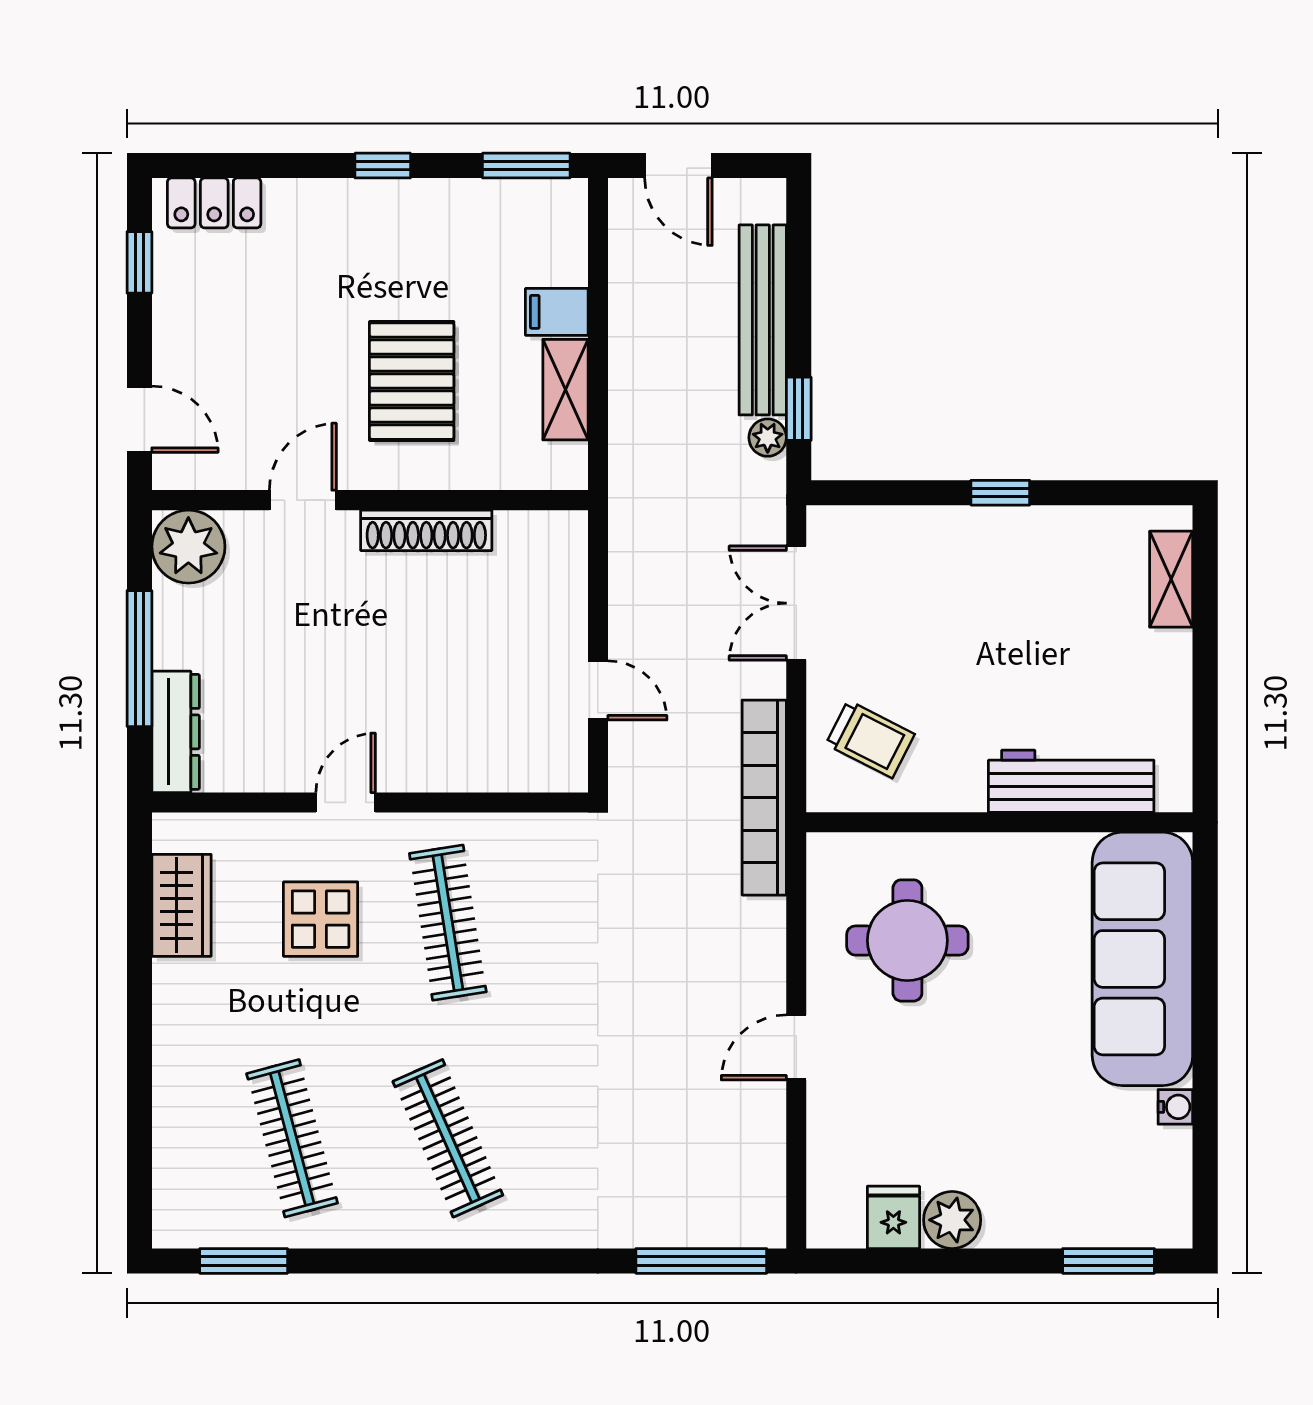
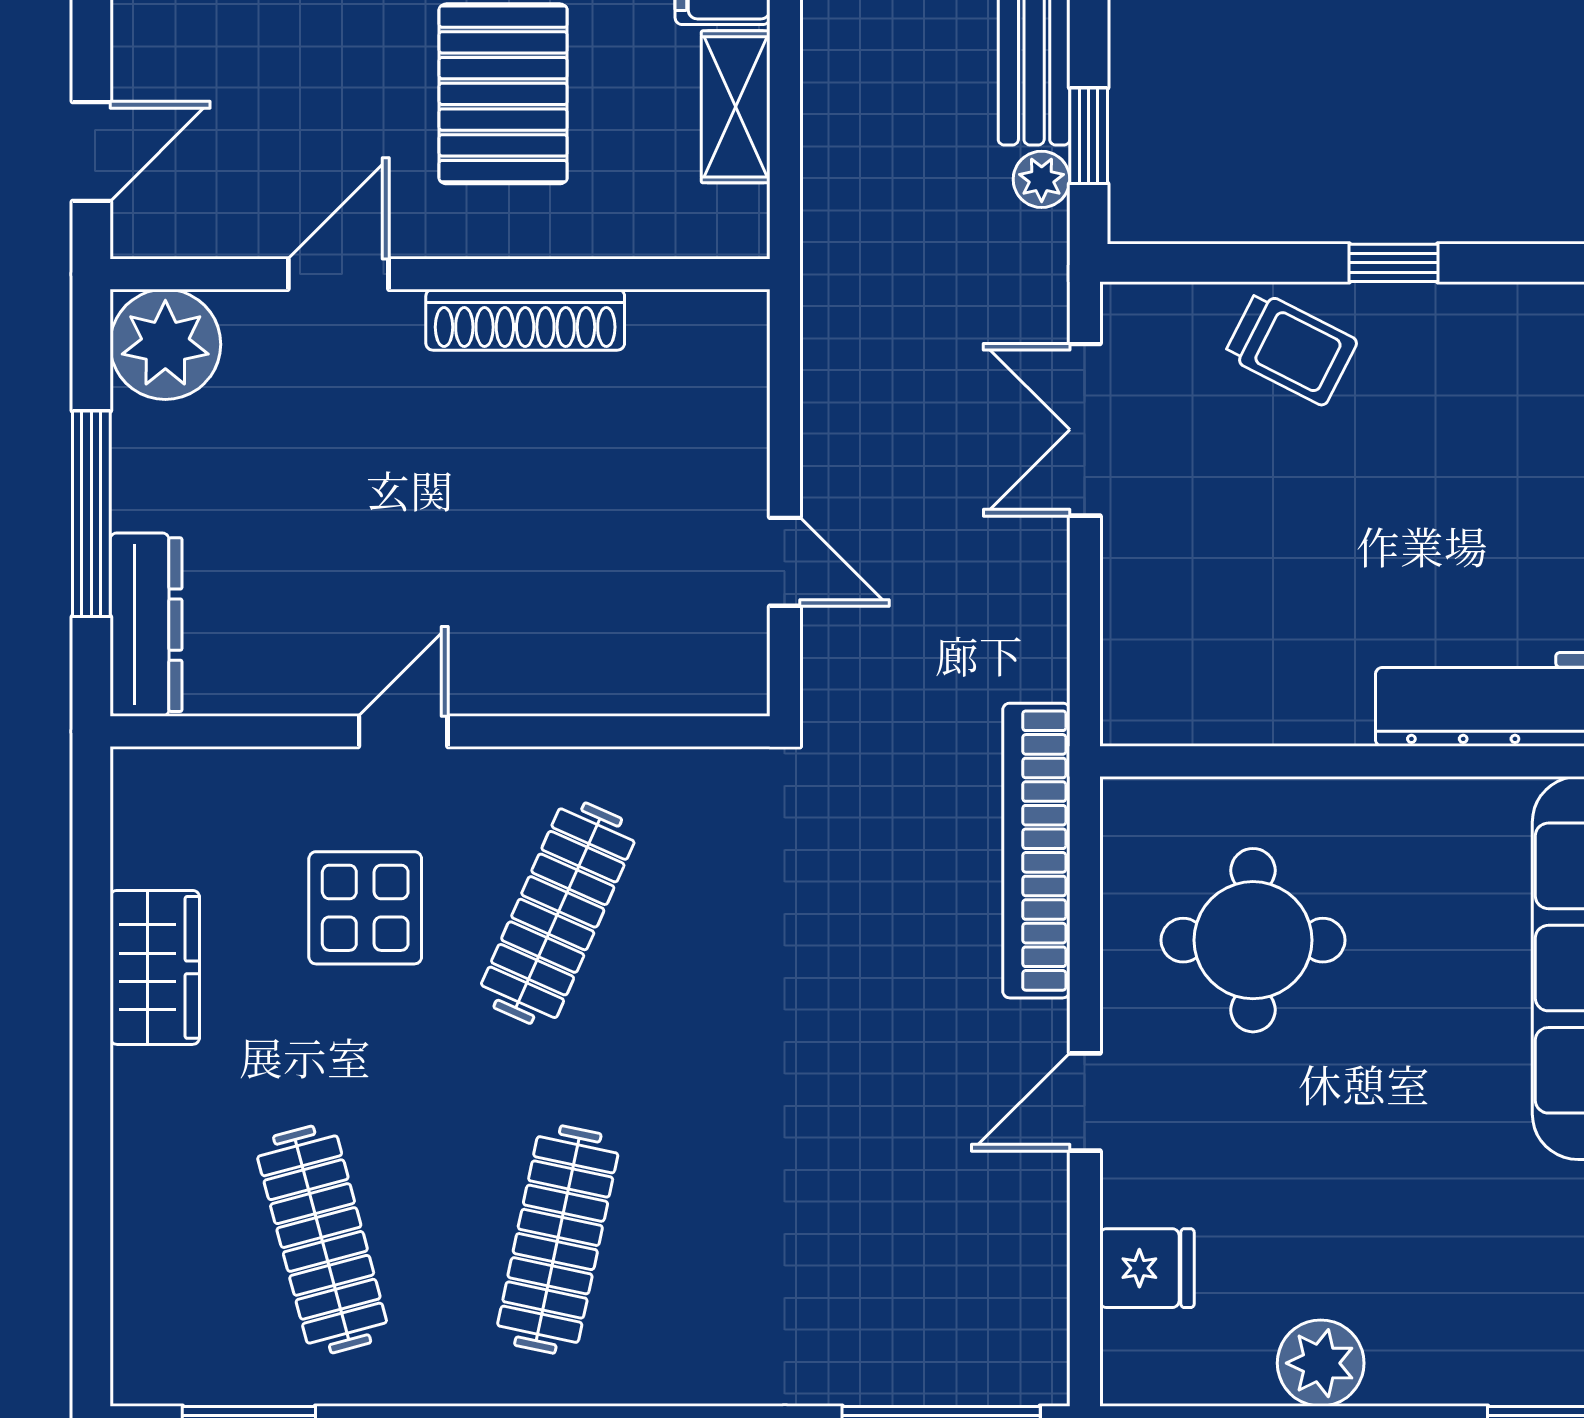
door: (139, 419) -> (91, 152), hinge flipped
trolley: (870, 739) -> (1291, 348), moved
bookcase: (764, 798) -> (1036, 851), moved
wardrobe: (181, 905) -> (155, 967), moved
clothes rail: (448, 923) -> (558, 913), turned 33
clothes rail: (448, 1138) -> (558, 1239), turned 36
fridge: (893, 1217) -> (1147, 1268), moved, turned 90

